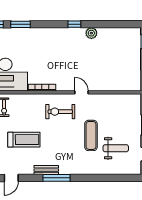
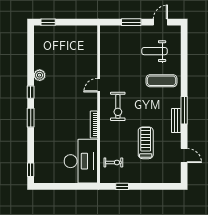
window: (20, 24) -> (31, 118), moved
exercise mat: (91, 135) -> (162, 81), moved
weight bench: (116, 148) -> (154, 51), turned -90

